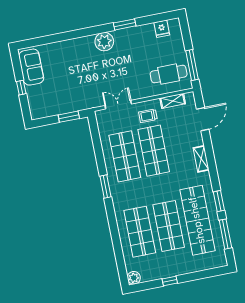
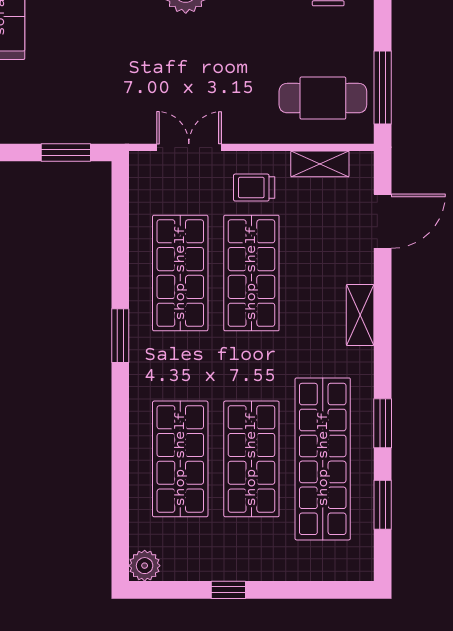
window: (225, 234) -> (383, 505), width x0.69

